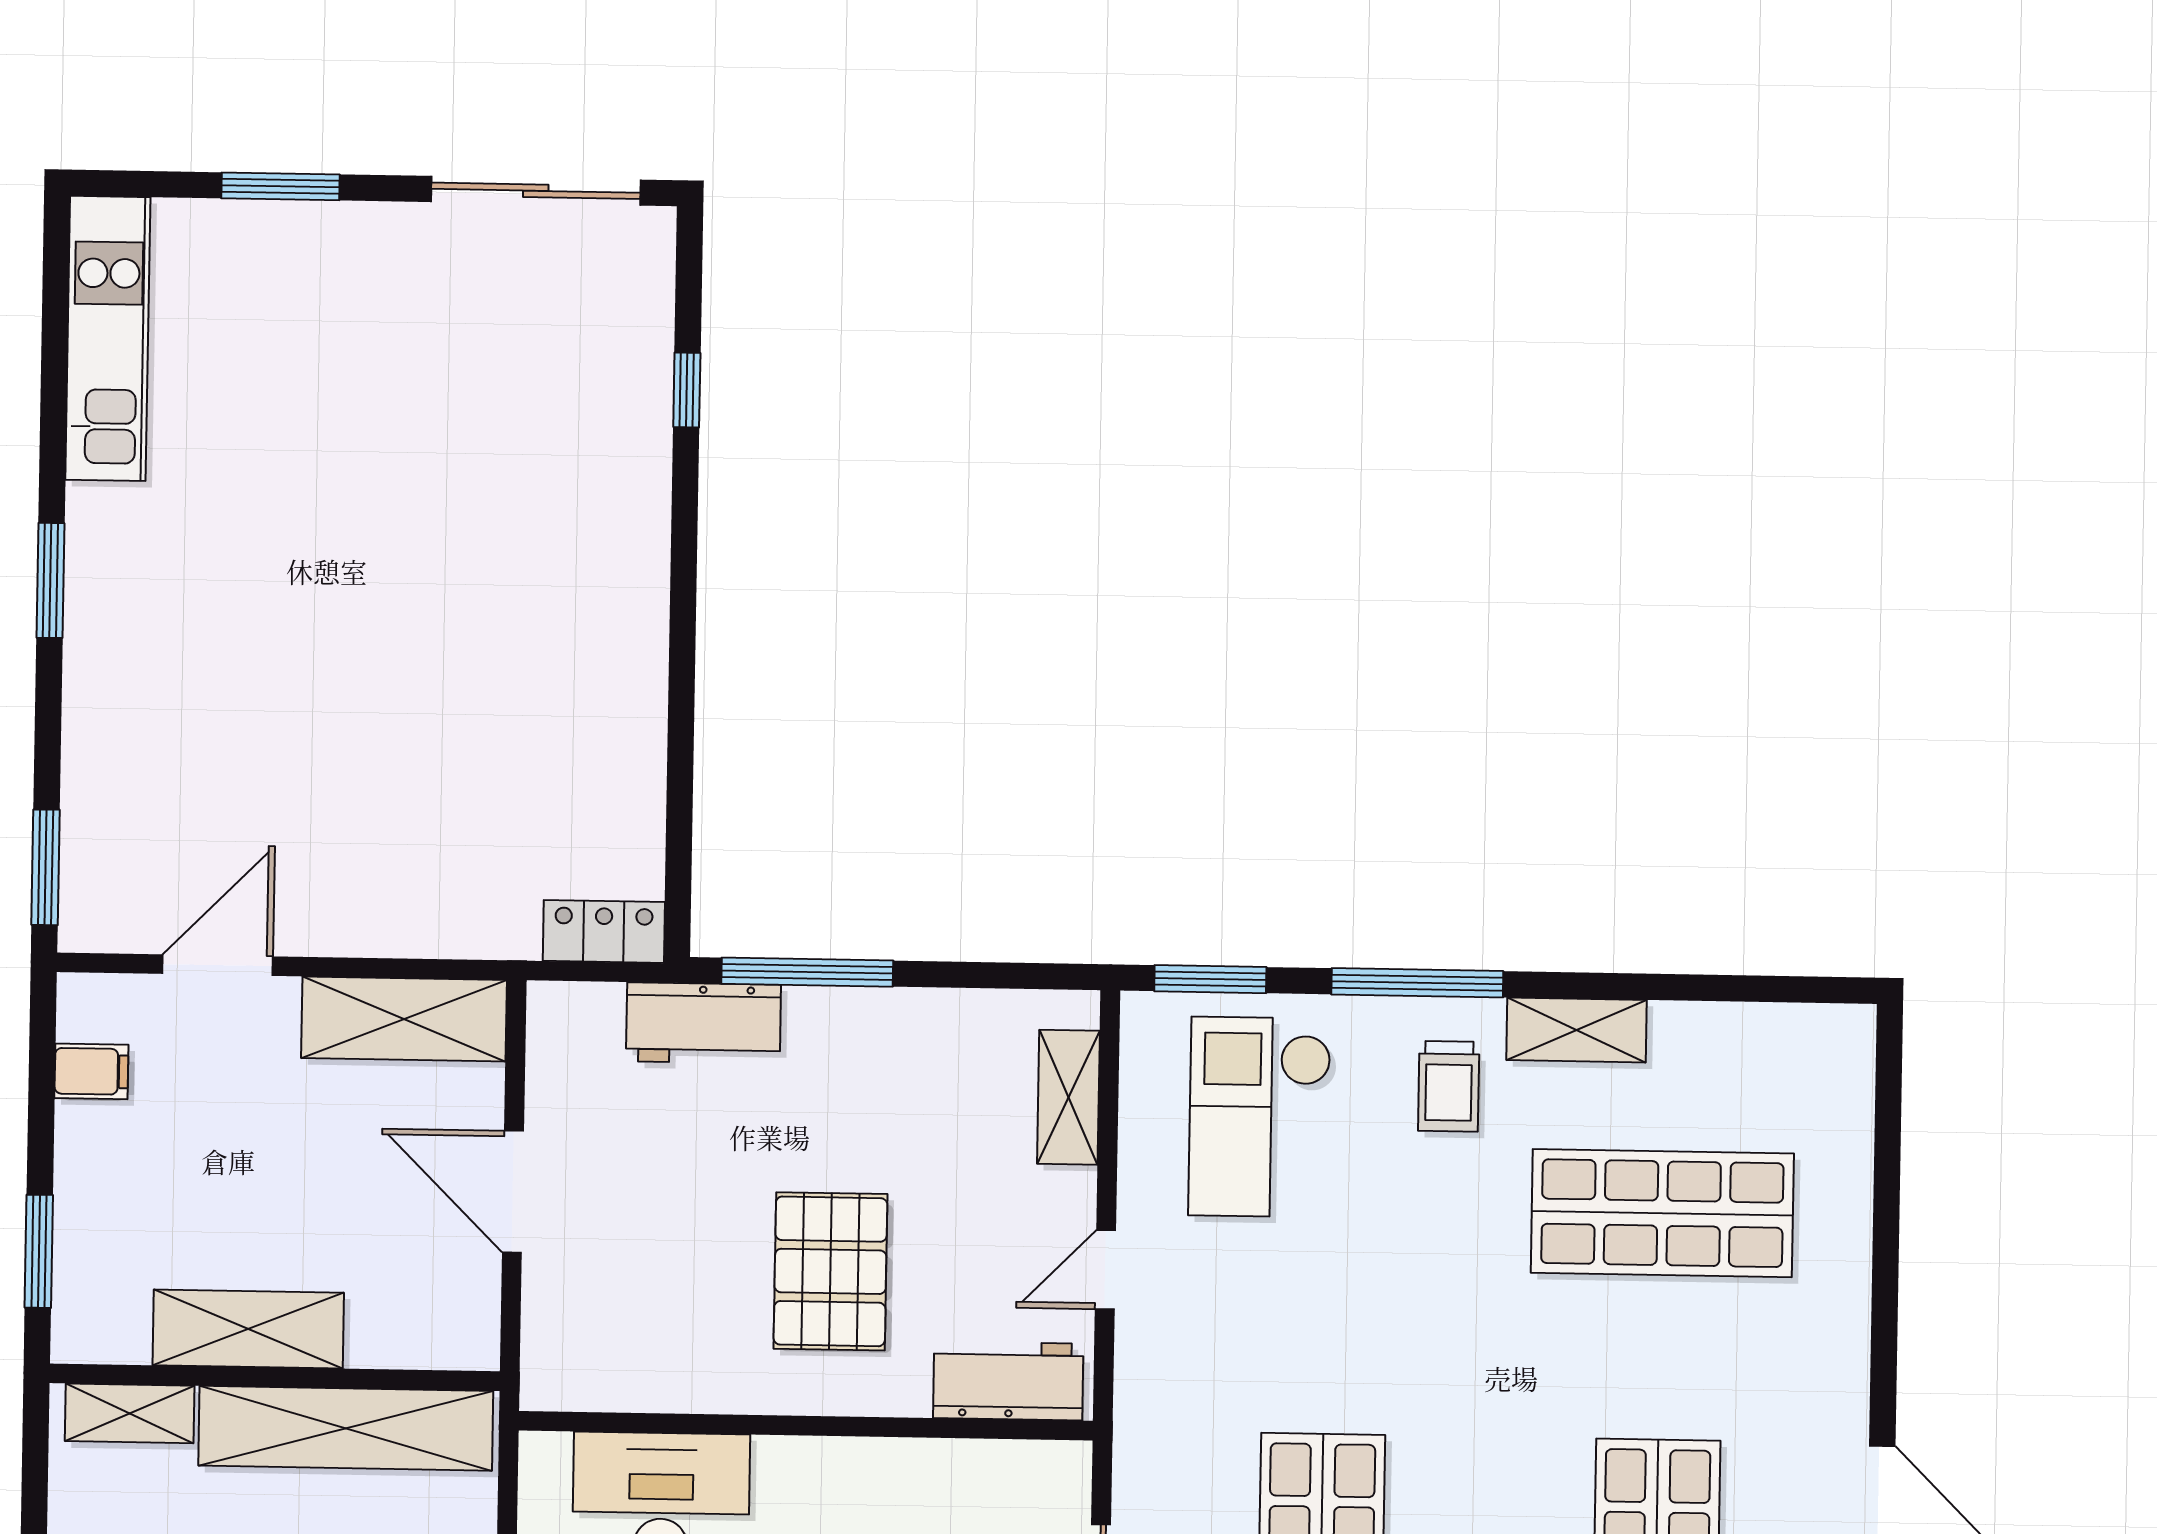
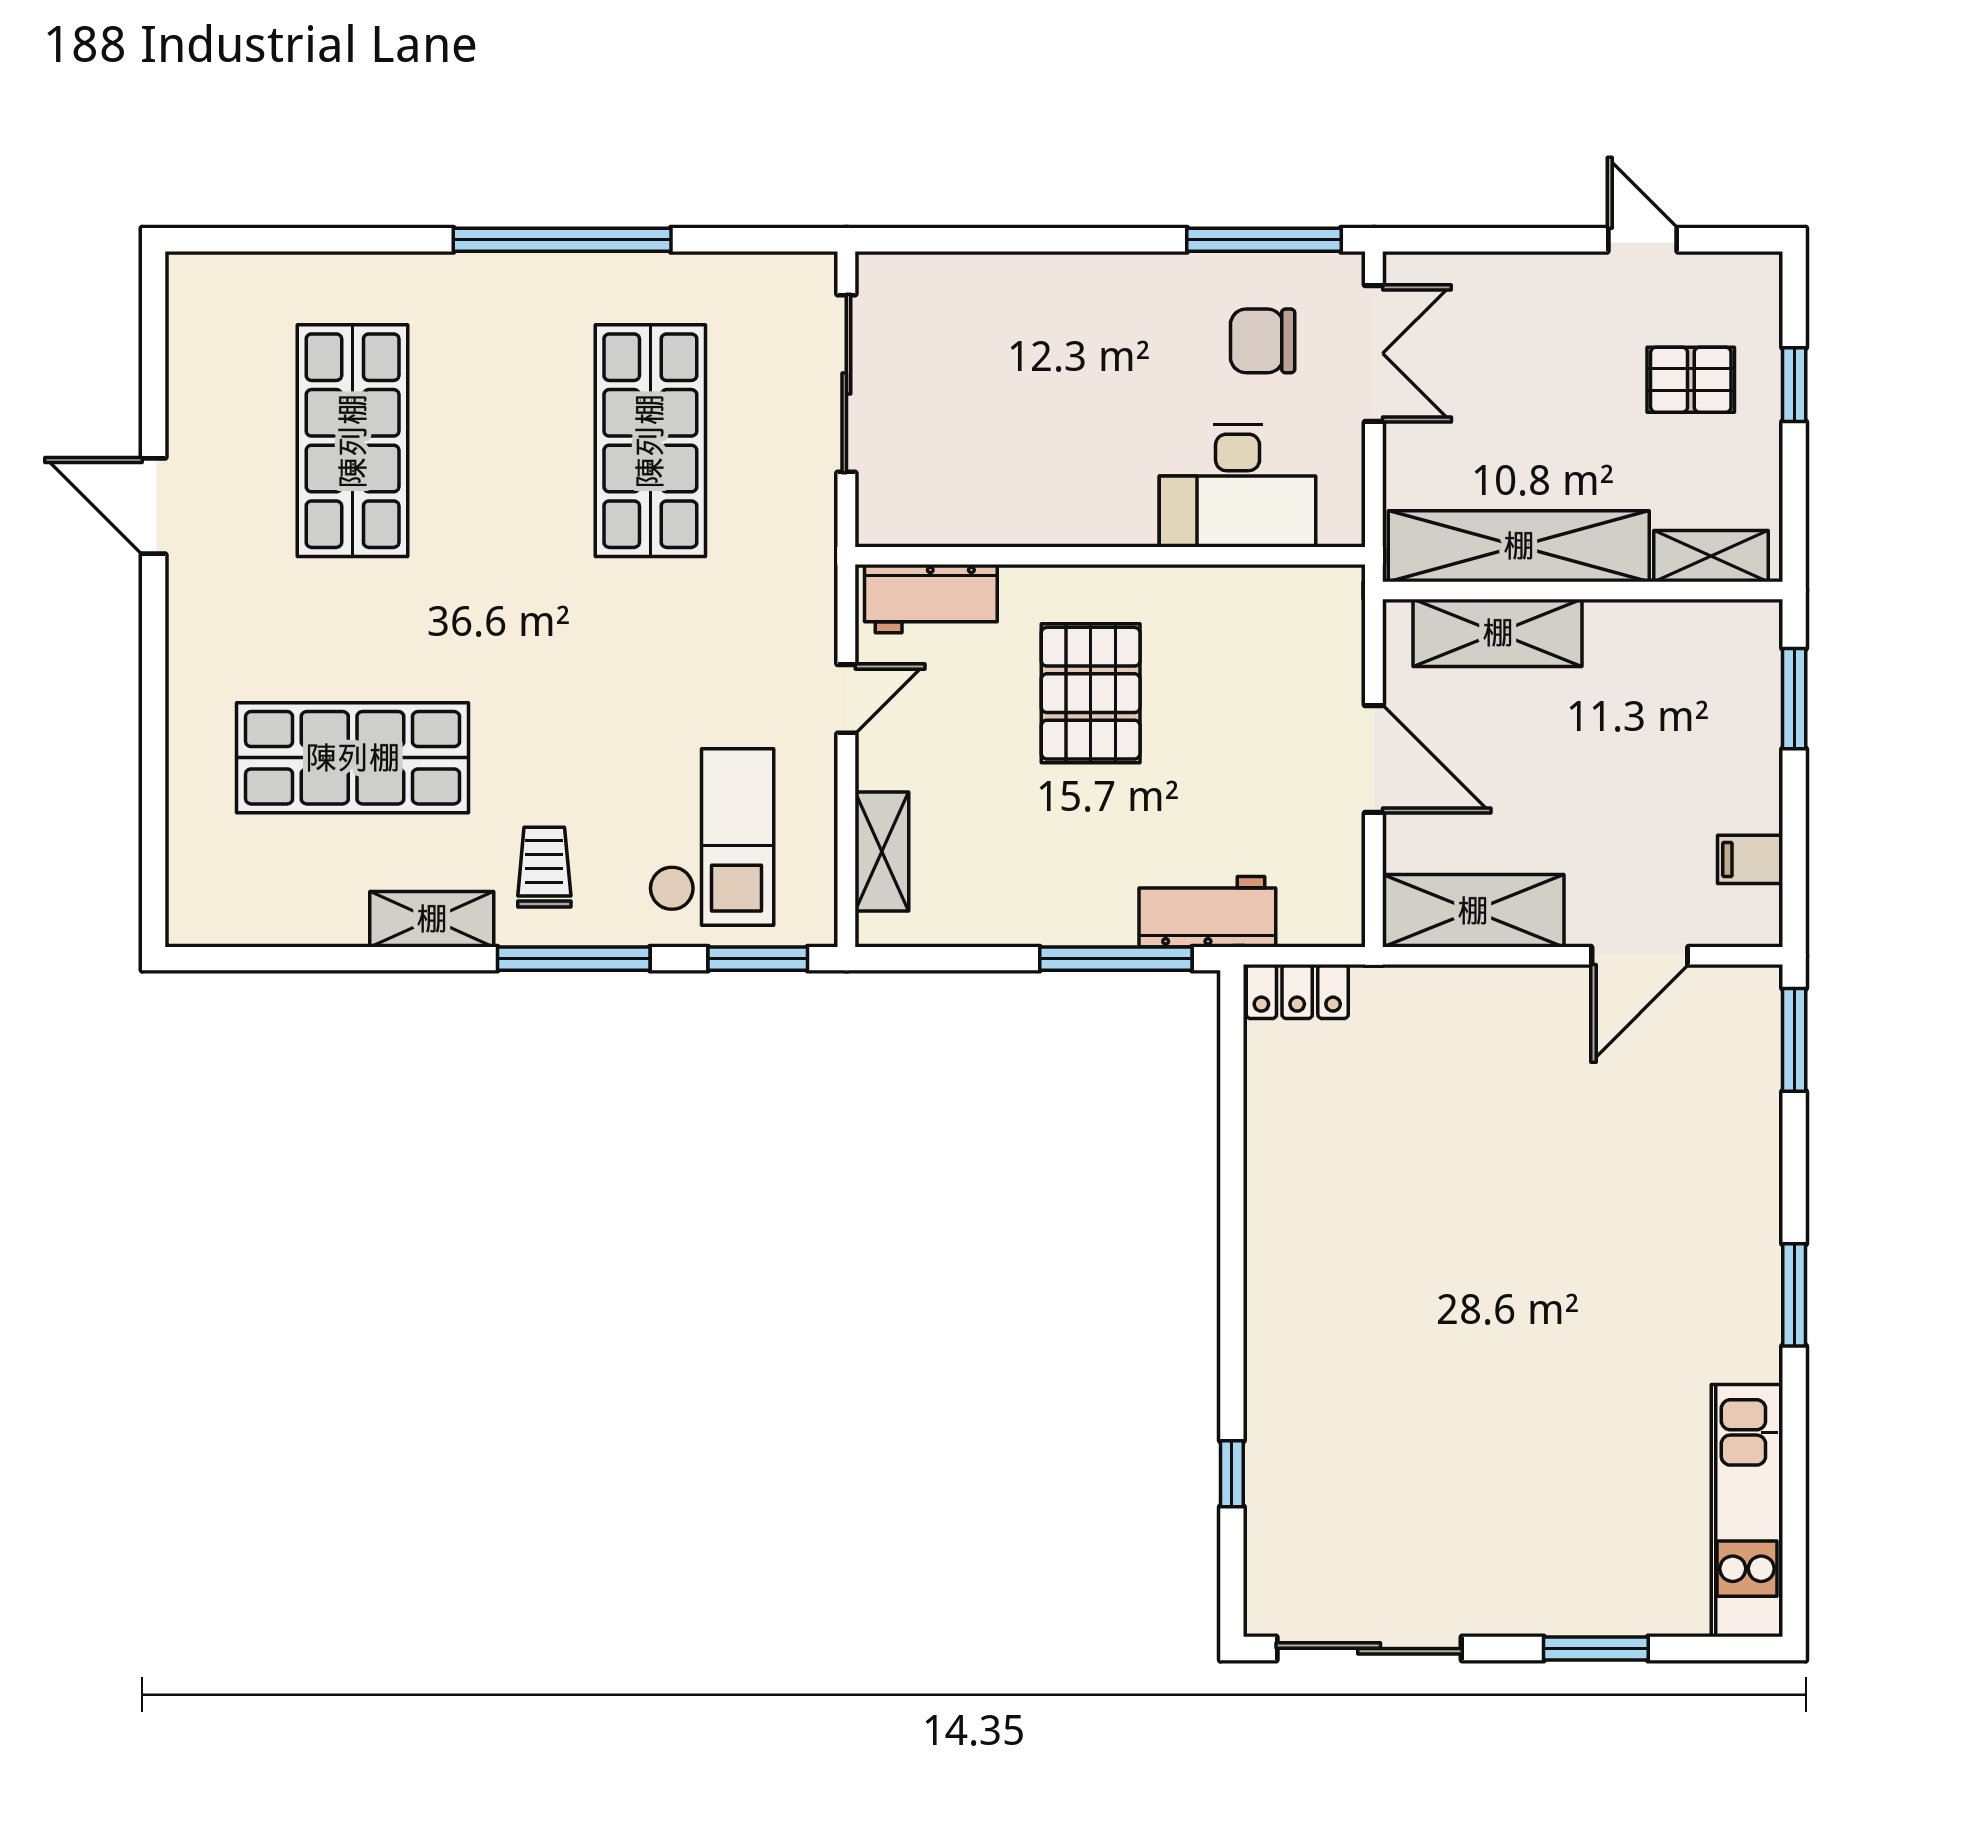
shelving: (248, 1329) -> (1498, 633), moved

